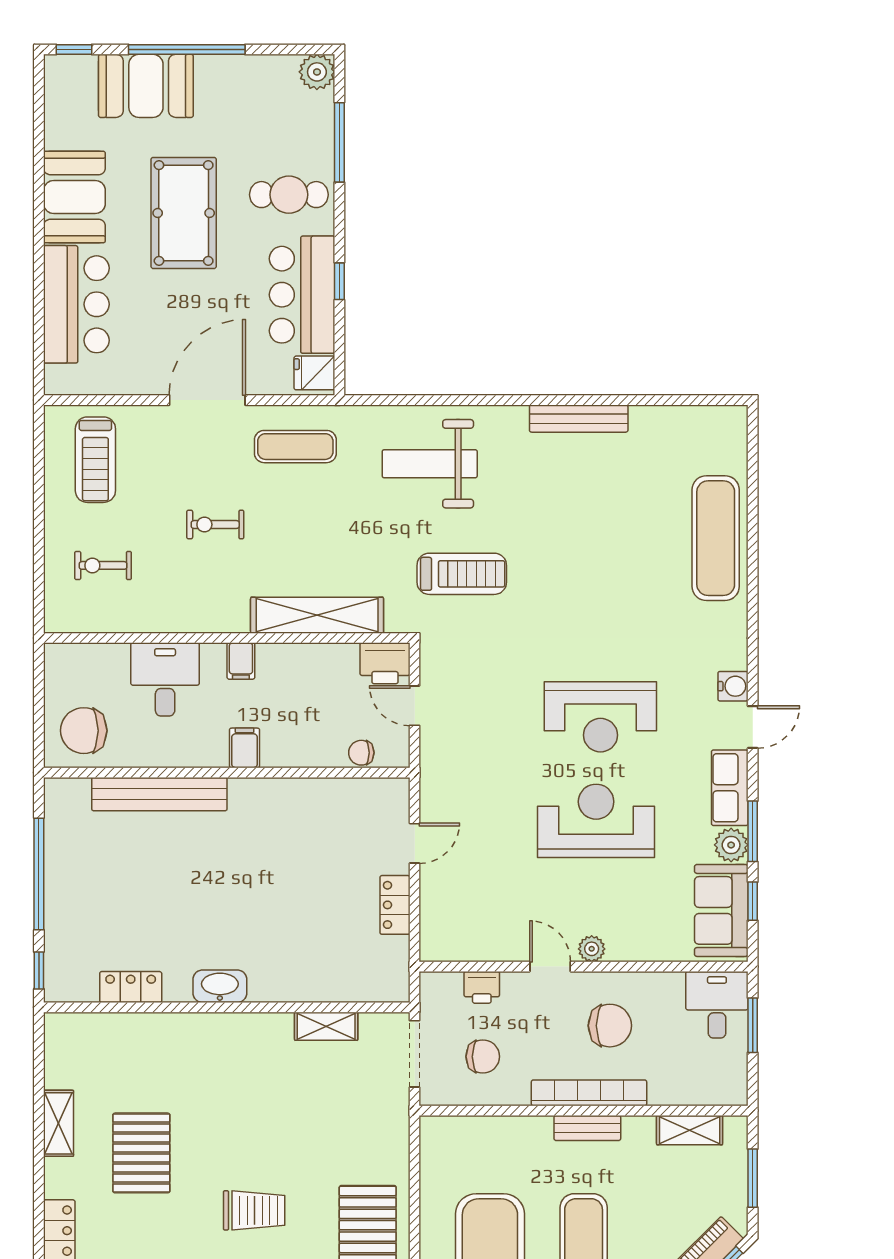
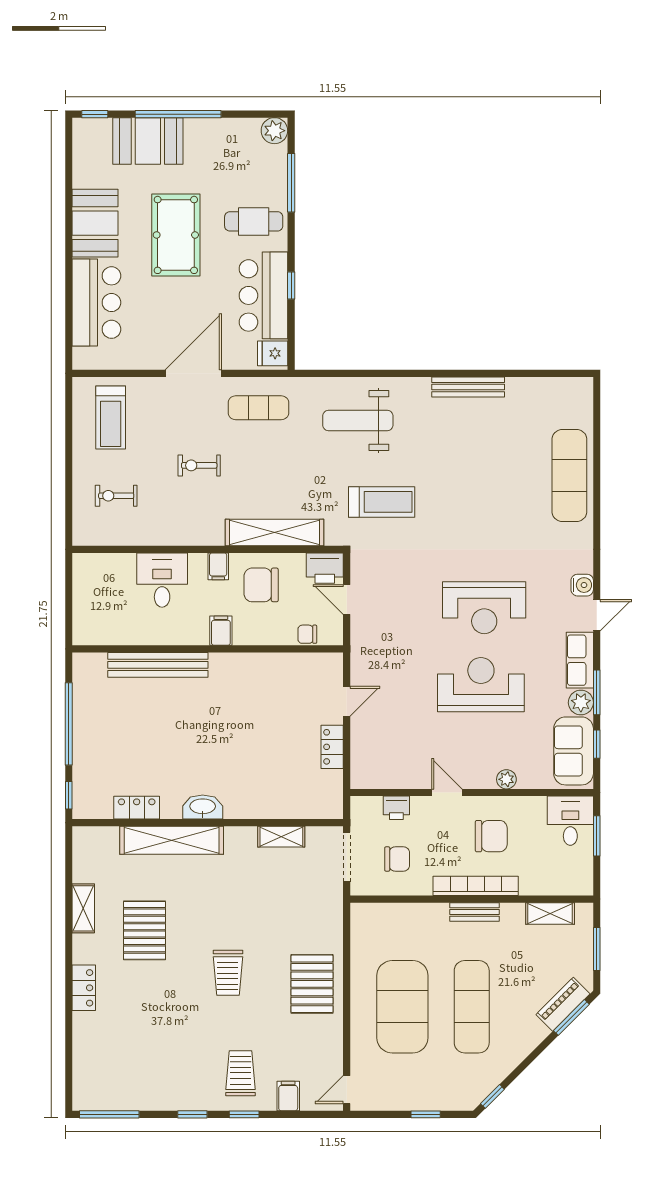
chair: (84, 731) -> (261, 585), moved
plant: (592, 949) -> (506, 779), moved
shelving: (178, 1031) -> (172, 840), added
trolley: (254, 1210) -> (228, 973), turned 90

